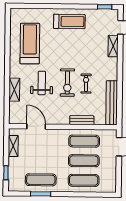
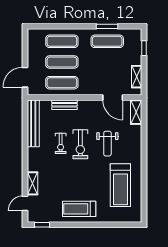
exercise bike: (67, 83) -> (80, 144), turned 180
shelving: (14, 90) -> (136, 112), moved

